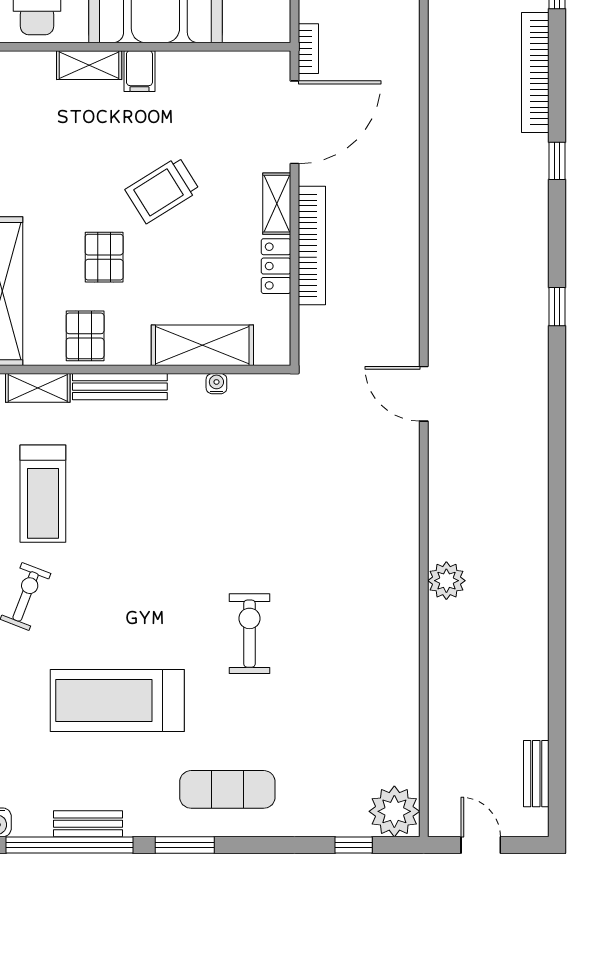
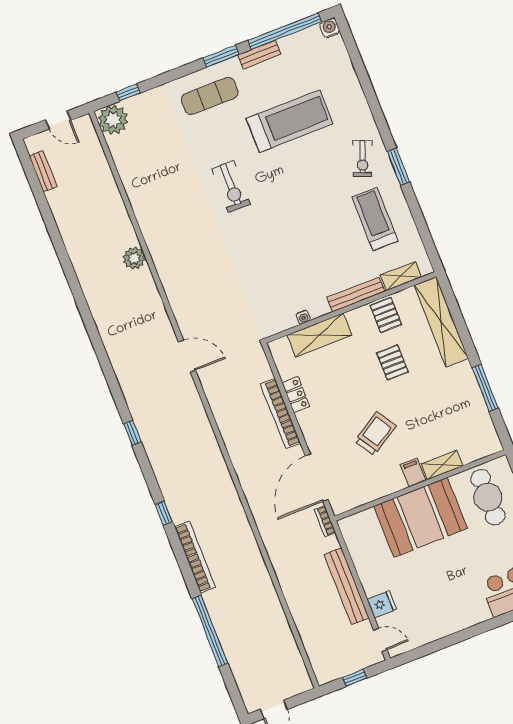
trolley: (162, 190) -> (375, 434), moved
shelving: (277, 204) -> (309, 429), removed
bench: (88, 824) -> (259, 55), moved

